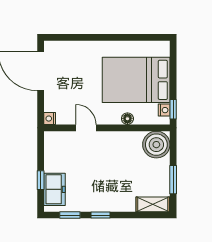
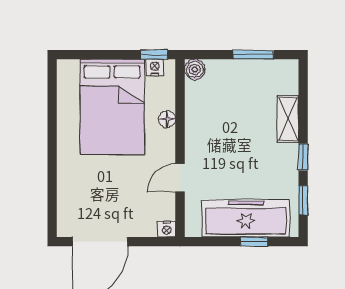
boiler: (156, 145) -> (195, 69), width x0.54, depth x0.54
freezer: (54, 189) -> (246, 218), width x1.91, depth x1.26
shelving: (153, 204) -> (288, 119), moved

